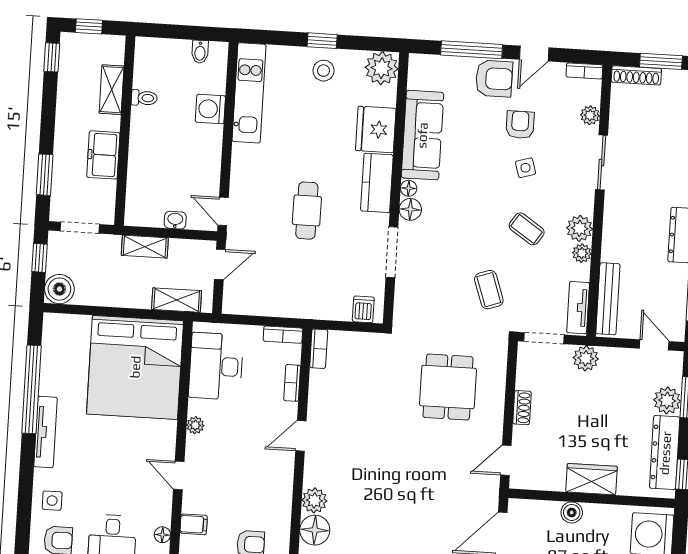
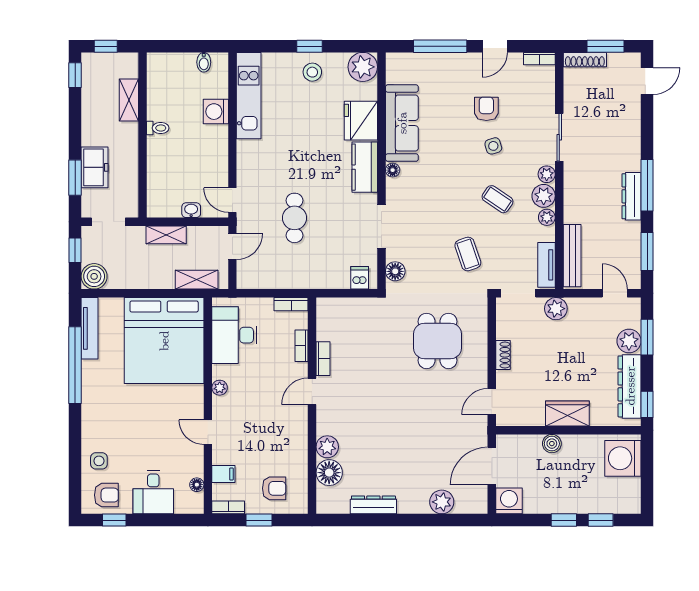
armchair: (494, 79) -> (461, 70), removed
toilet: (144, 98) -> (158, 128), moved
plant: (590, 115) -> (547, 174), moved
freezer: (103, 155) -> (95, 167), moved, turned 180
floor lamp: (410, 209) -> (395, 271), moved
cafe table: (307, 211) -> (294, 218), moved
bookcase: (319, 349) -> (323, 359), moved
tv unit: (46, 432) -> (90, 328), moved

